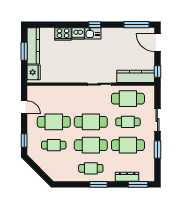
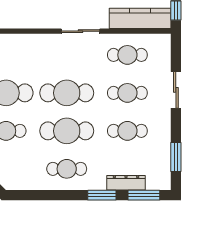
cafe table: (128, 99) -> (127, 55), width x0.73, depth x0.74
cafe table: (128, 145) -> (127, 131), width x0.73, depth x0.74
window: (157, 150) -> (176, 157), moved
window: (99, 184) -> (102, 195), moved

